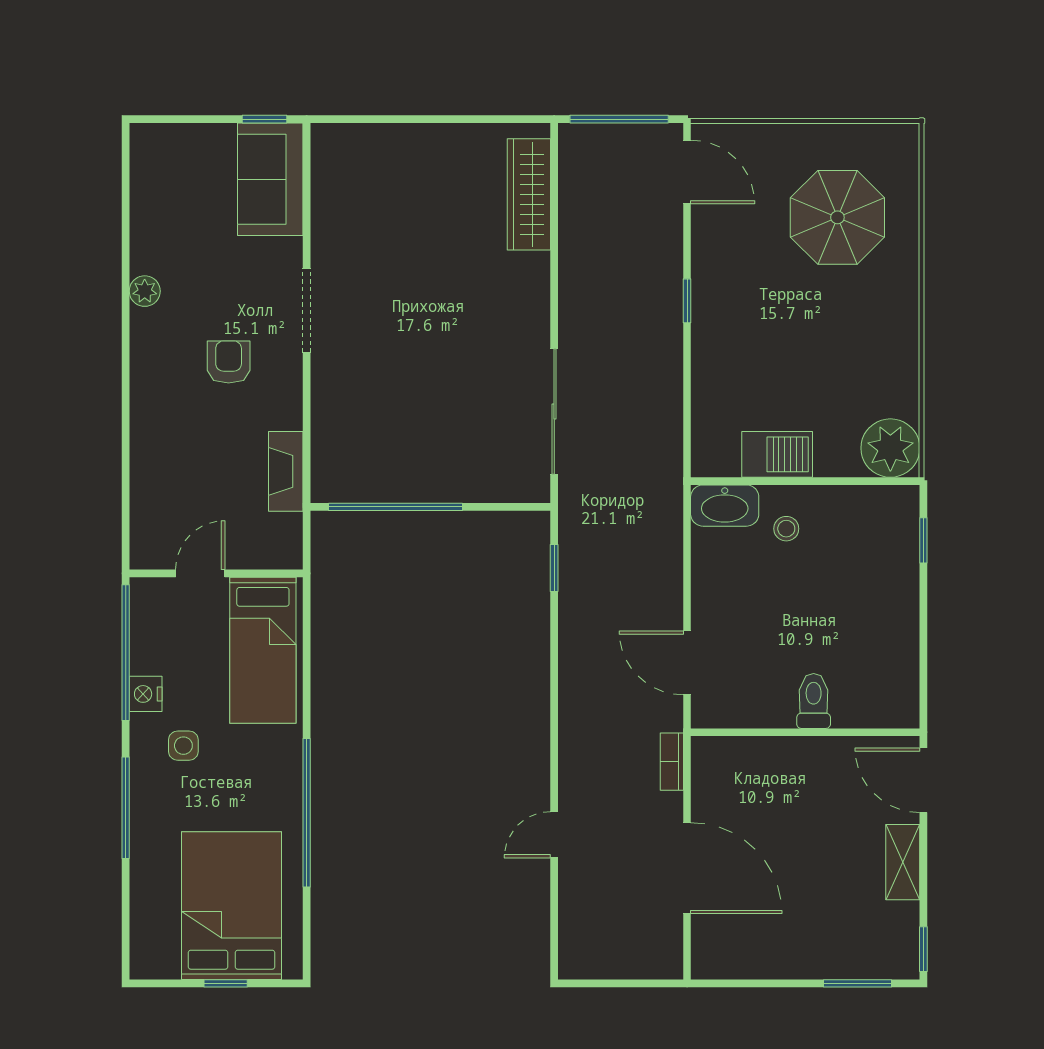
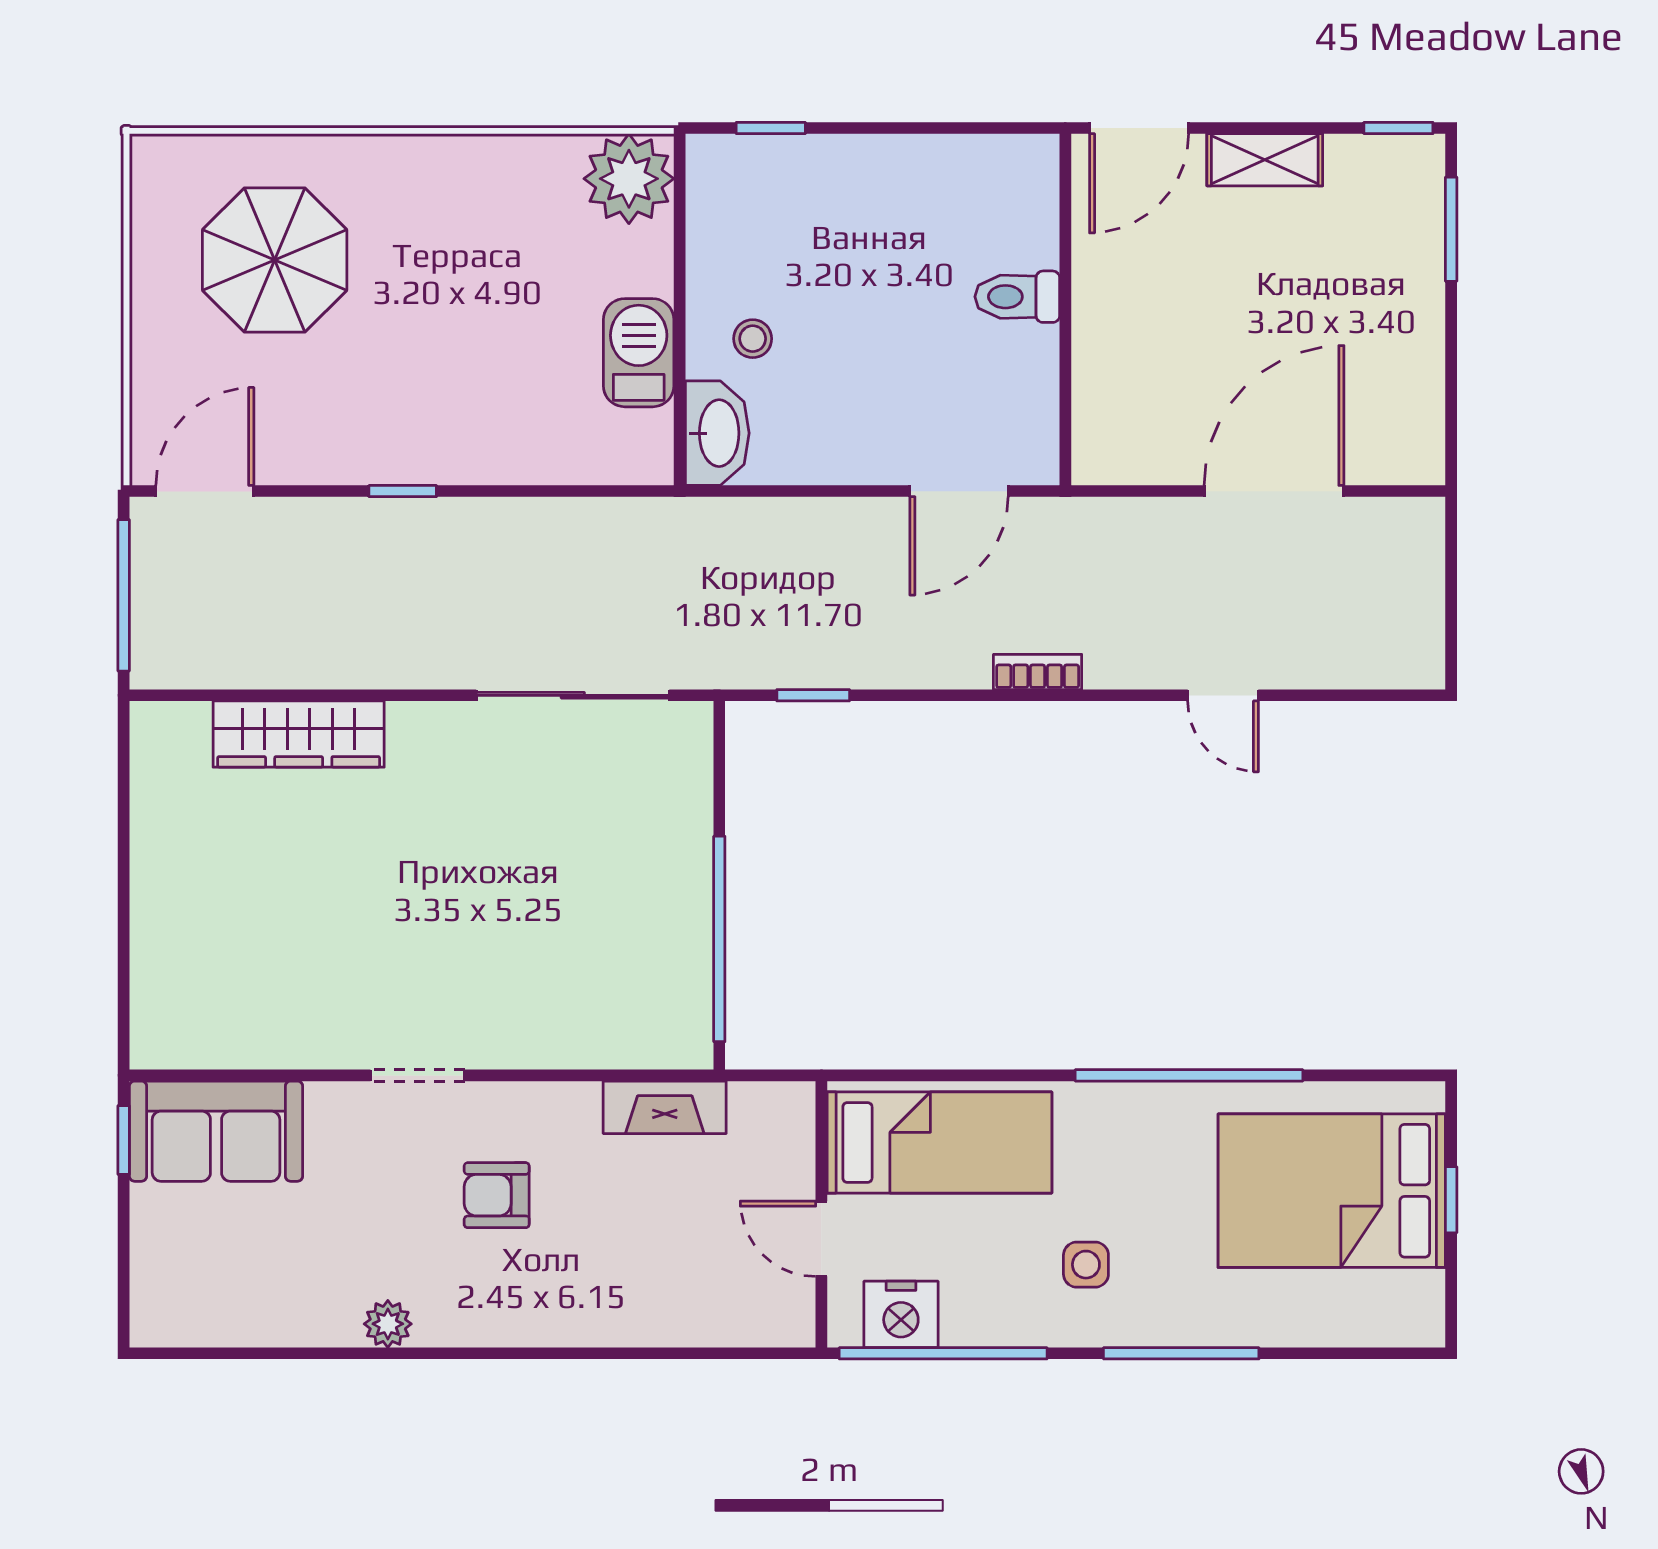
wardrobe: (529, 194) -> (299, 734), moved
doorway: (307, 311) -> (418, 1075), width x0.73
nightstand: (146, 694) -> (901, 1314), moved, width x1.36, depth x1.33
bookcase: (672, 762) -> (1038, 672), moved, turned 180

